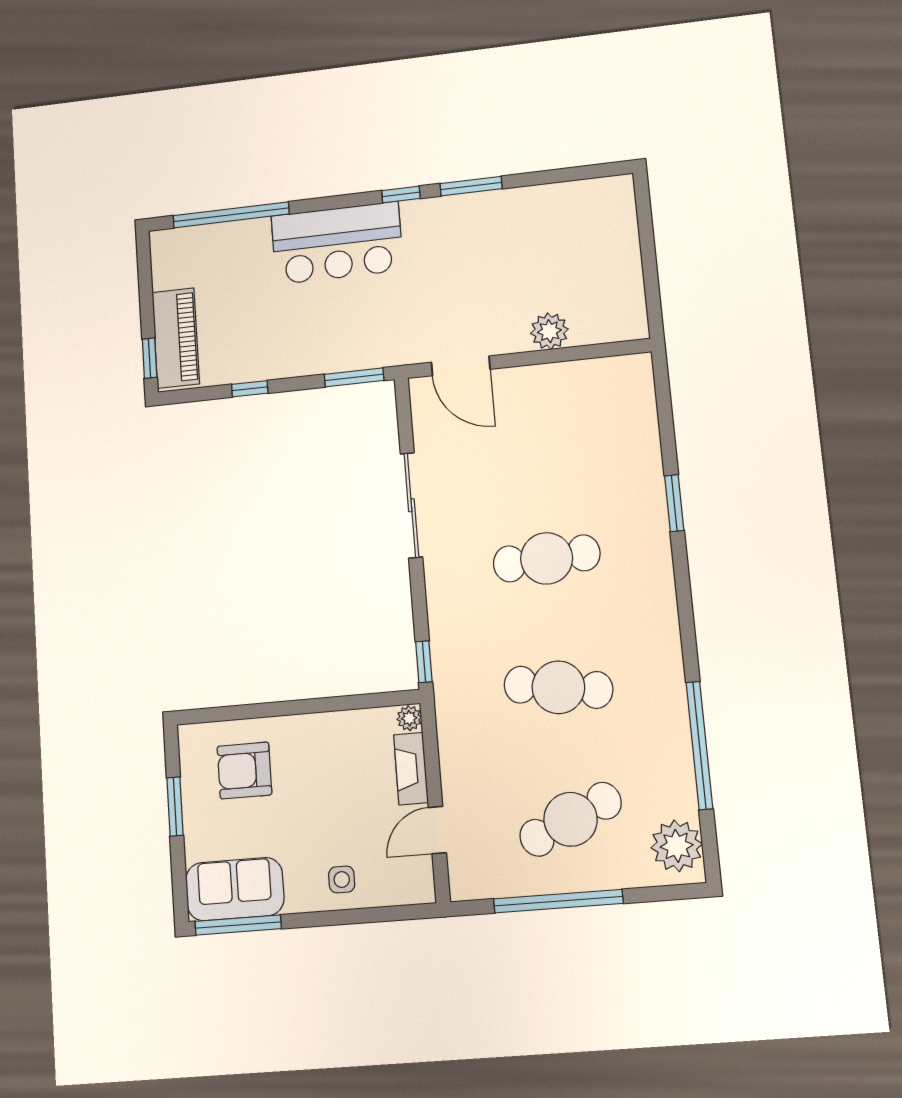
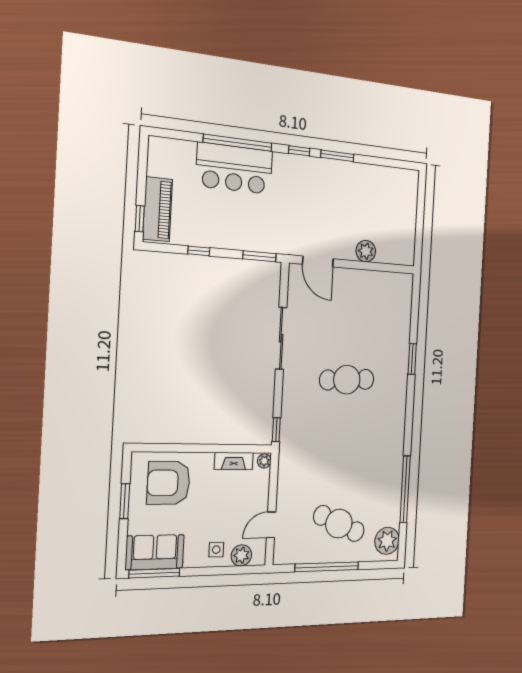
window: (231, 215) -> (238, 143), moved
bar counter: (337, 243) -> (234, 168), moved
cafe table: (558, 687) -> (343, 452), removed
fireplace: (411, 769) -> (234, 461), moved, turned -90
armchair: (244, 770) -> (169, 483), width x1.36, depth x1.36
cafe table: (571, 819) -> (339, 524), turned 48
plant: (389, 888) -> (241, 555), added

